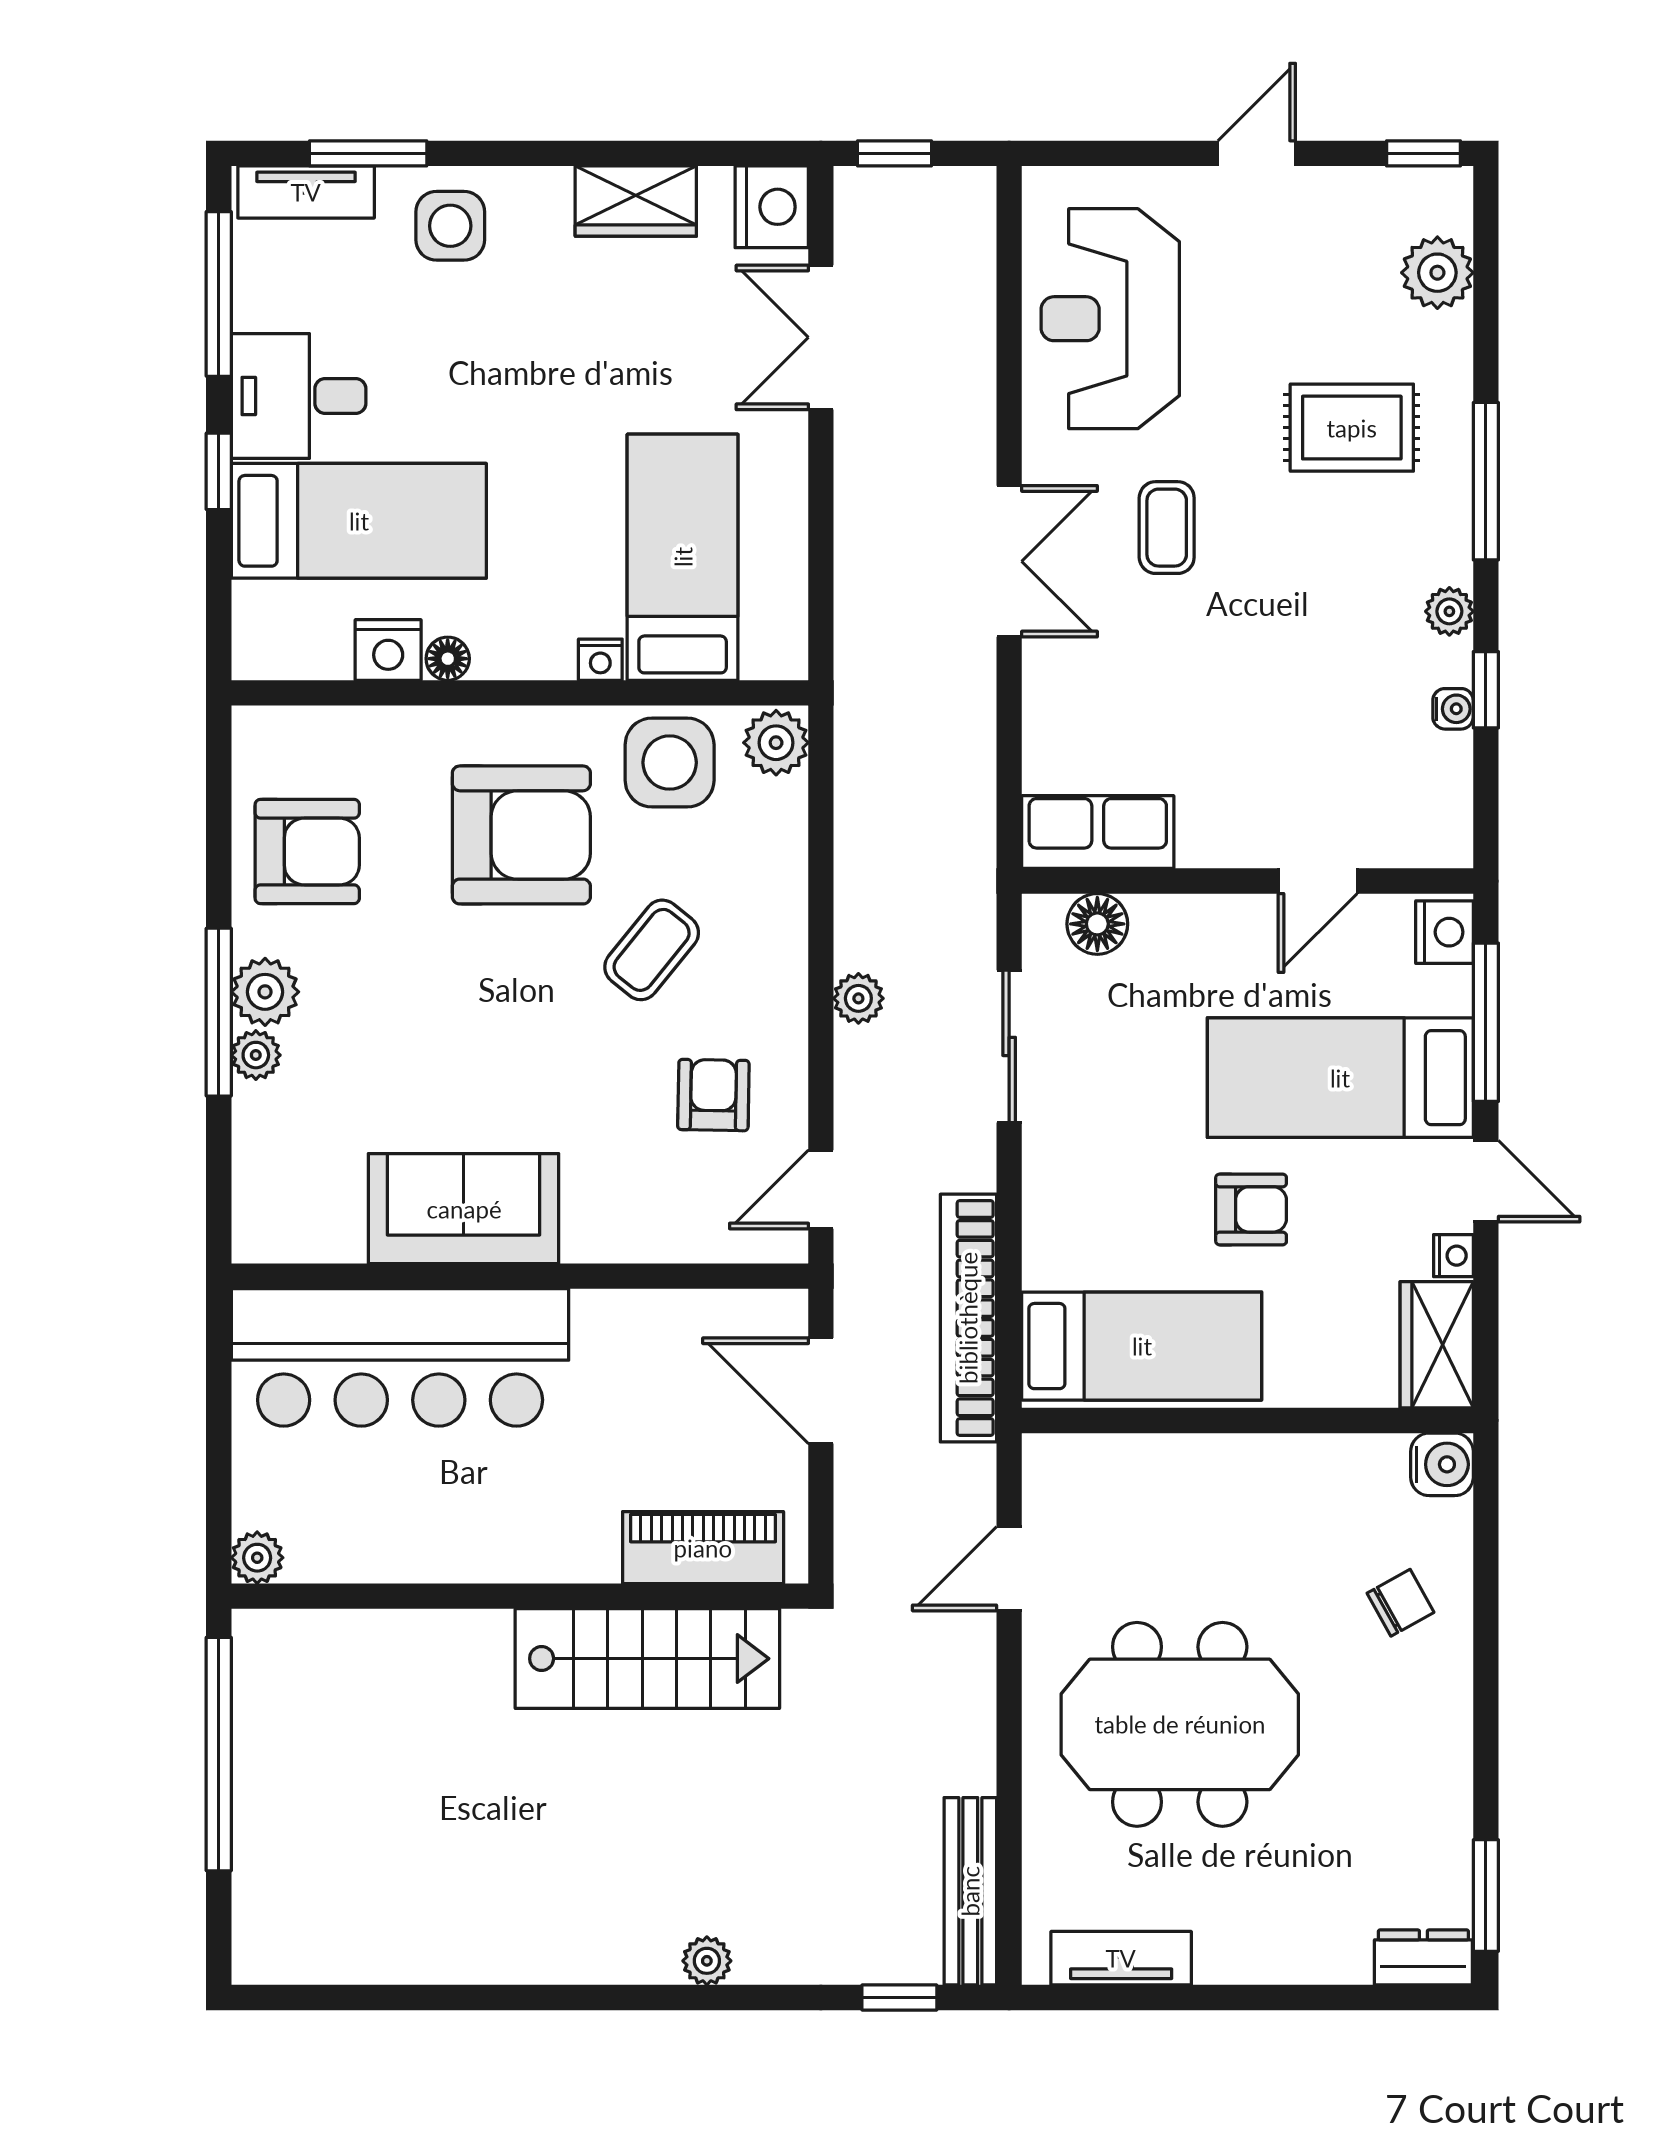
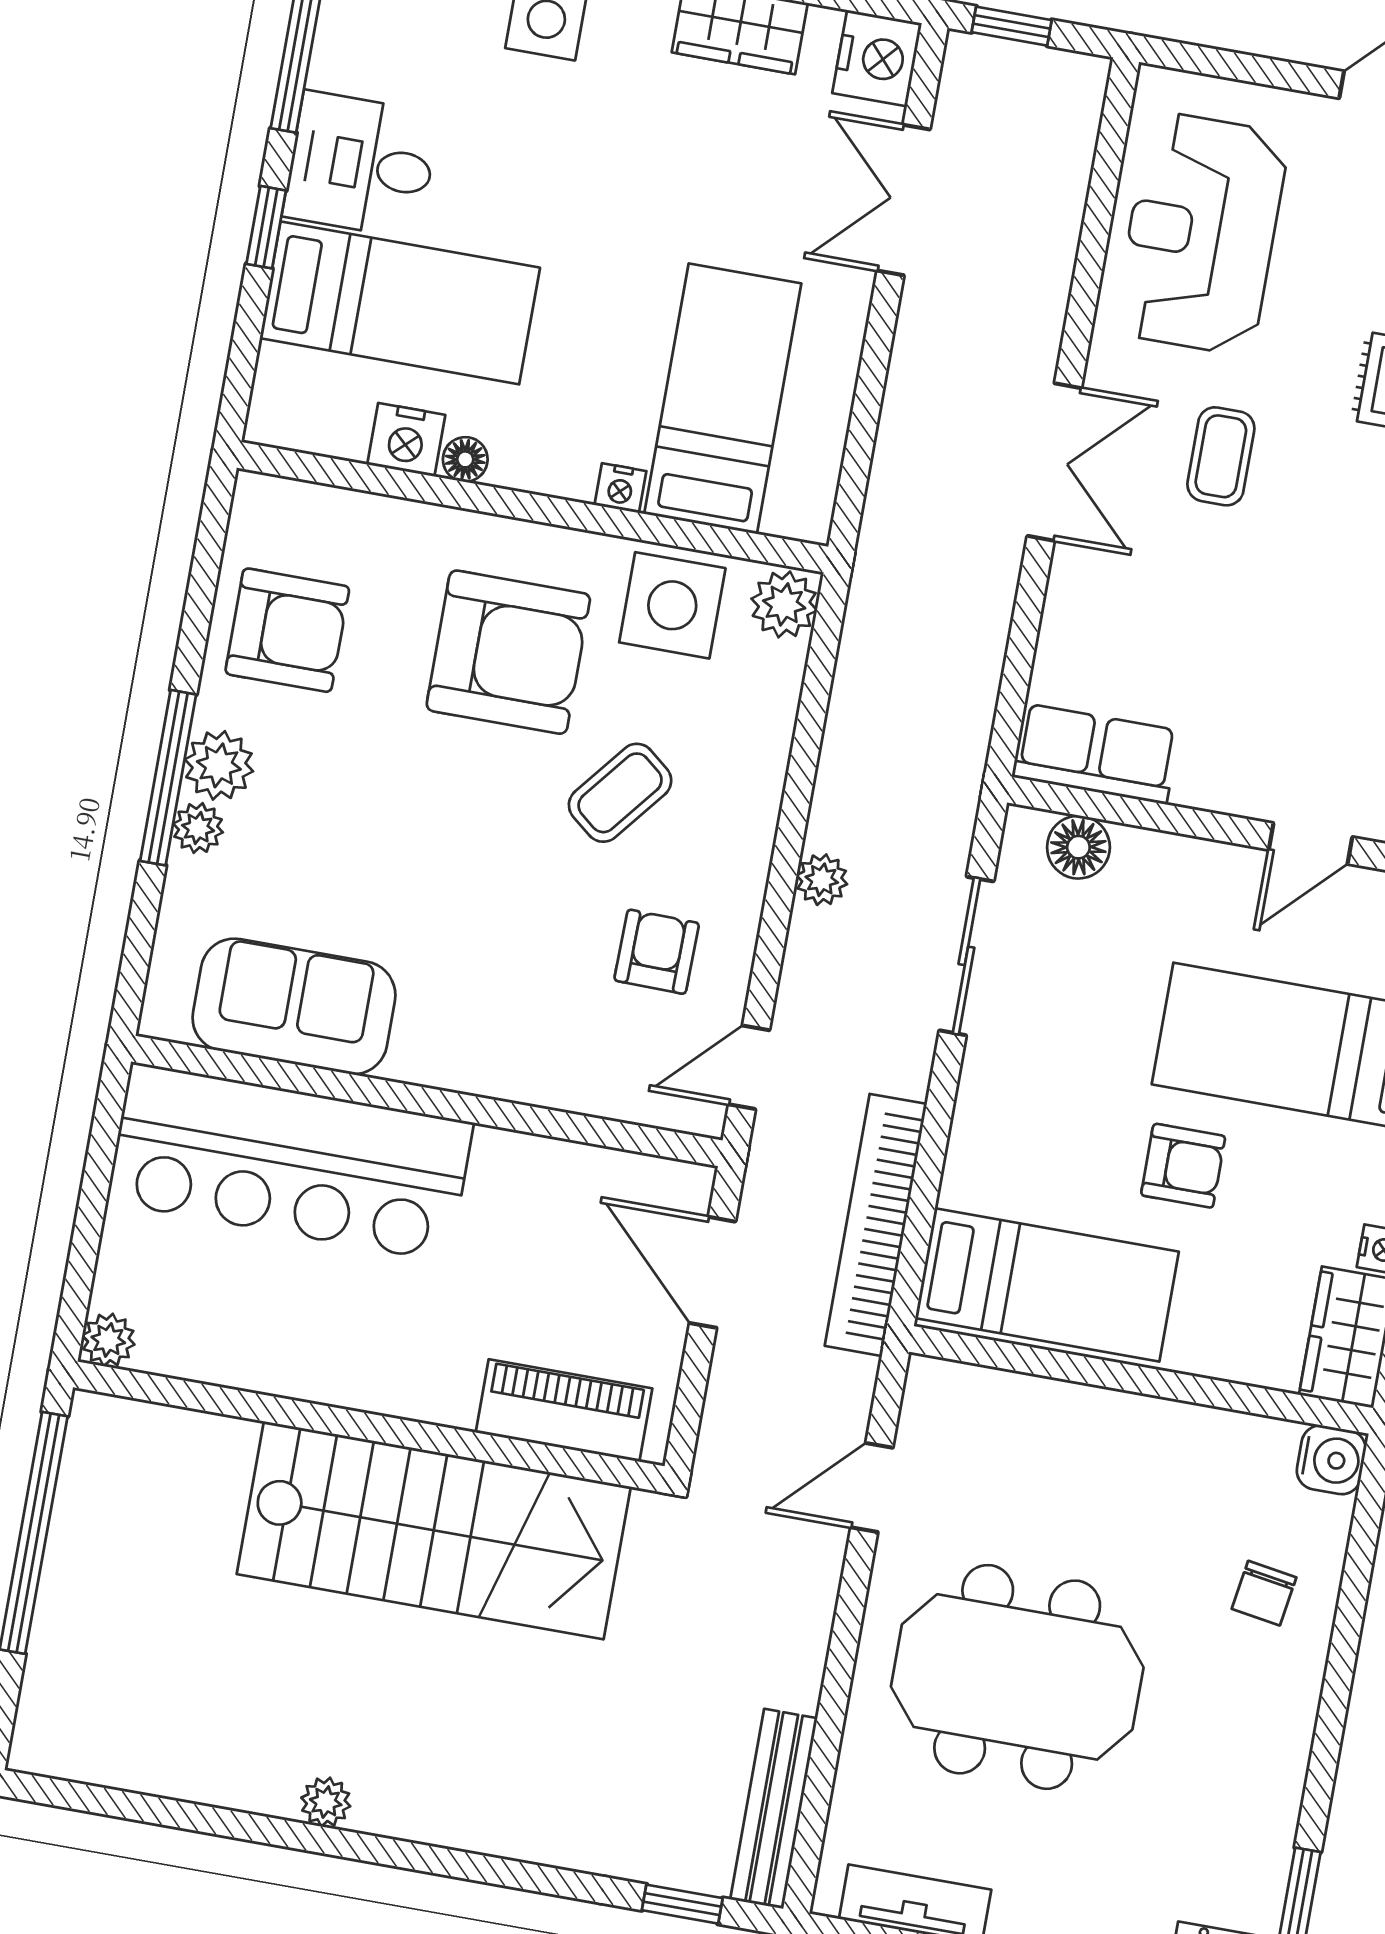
sofa: (464, 1209) -> (294, 1006), moved
chair: (1401, 1603) -> (1264, 1593), turned 128
stairs: (647, 1659) -> (434, 1530), width x1.36, depth x1.51
plant: (707, 1961) -> (326, 1802), moved

